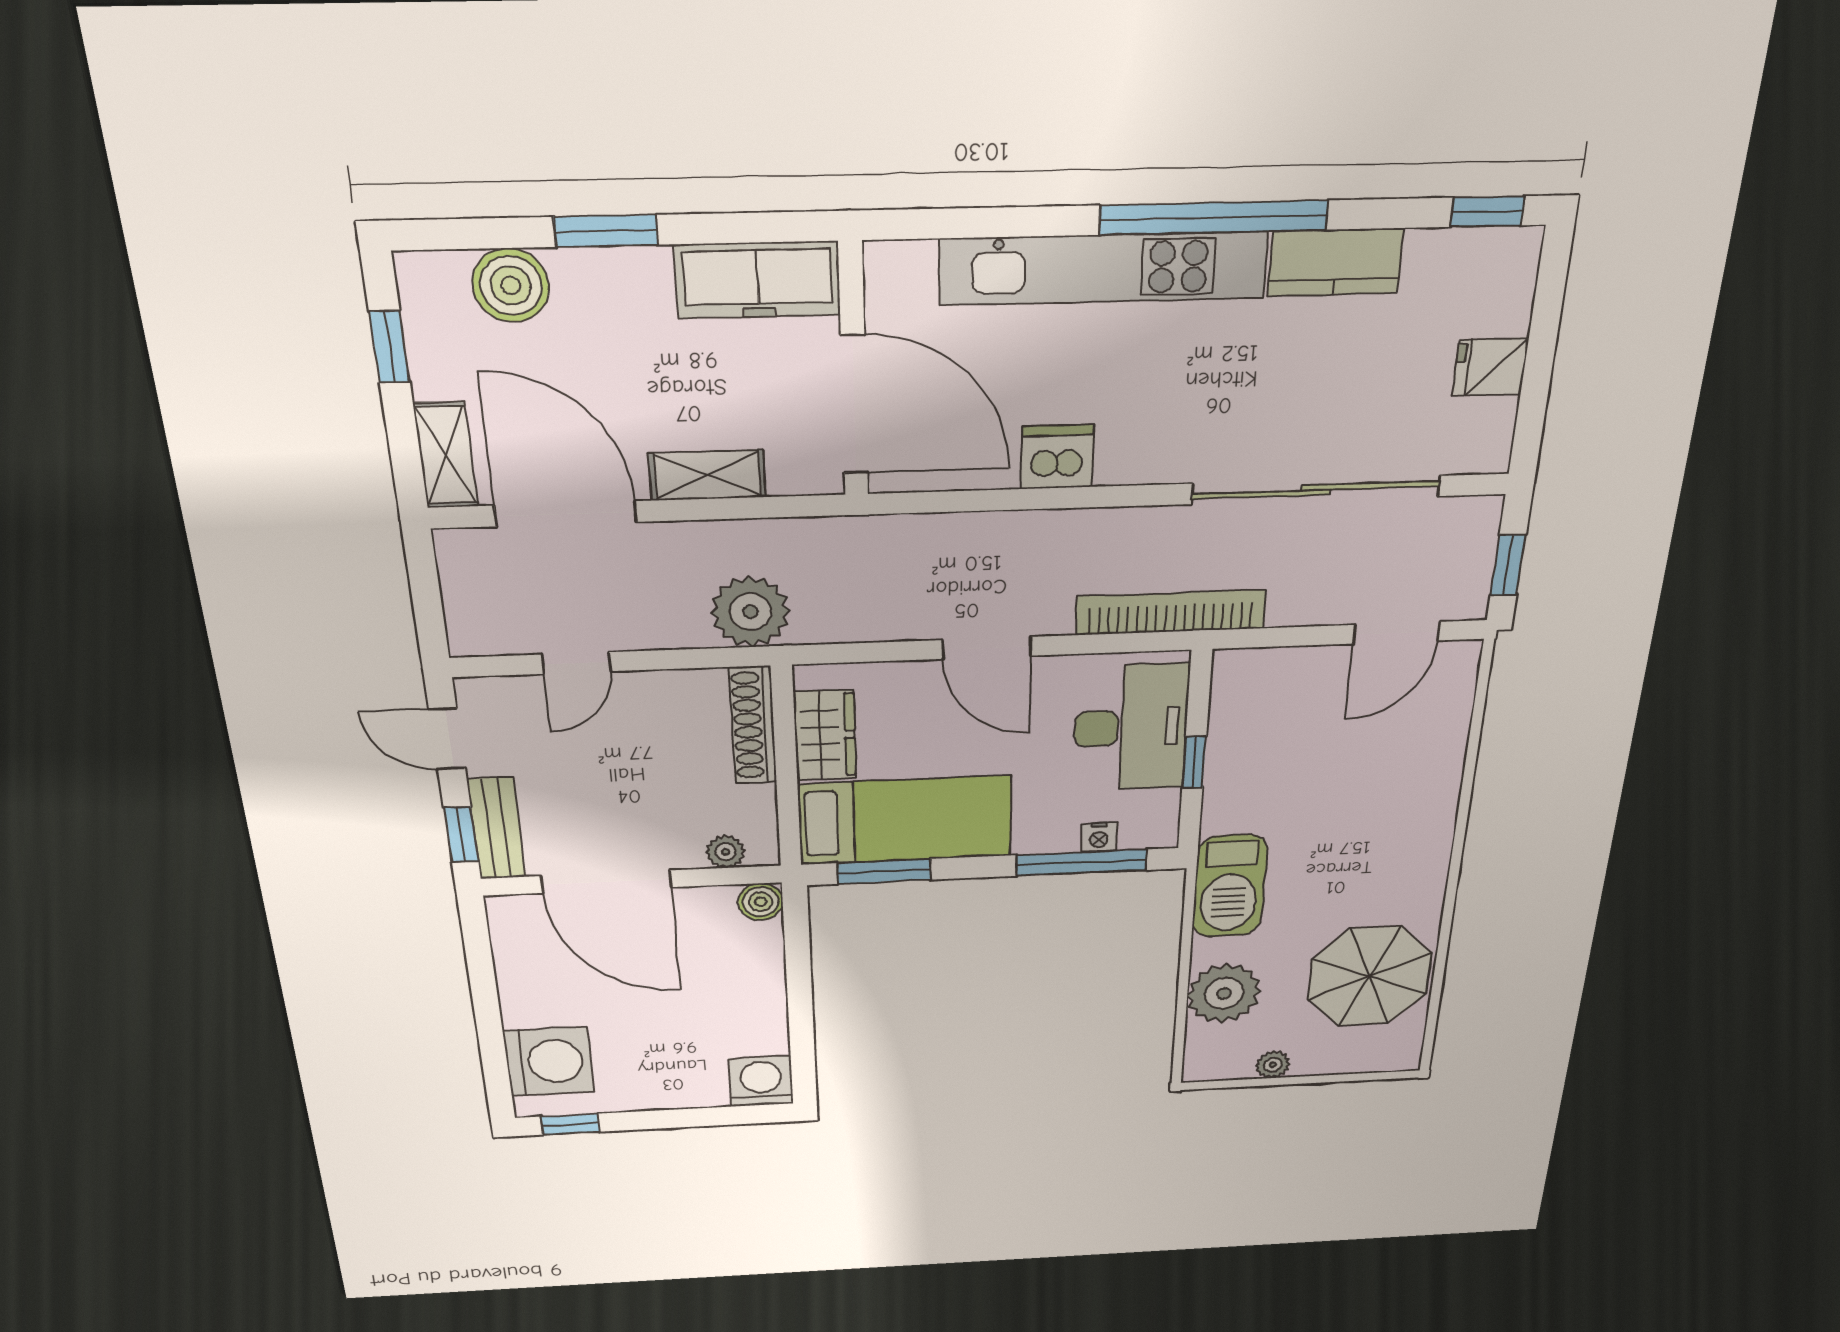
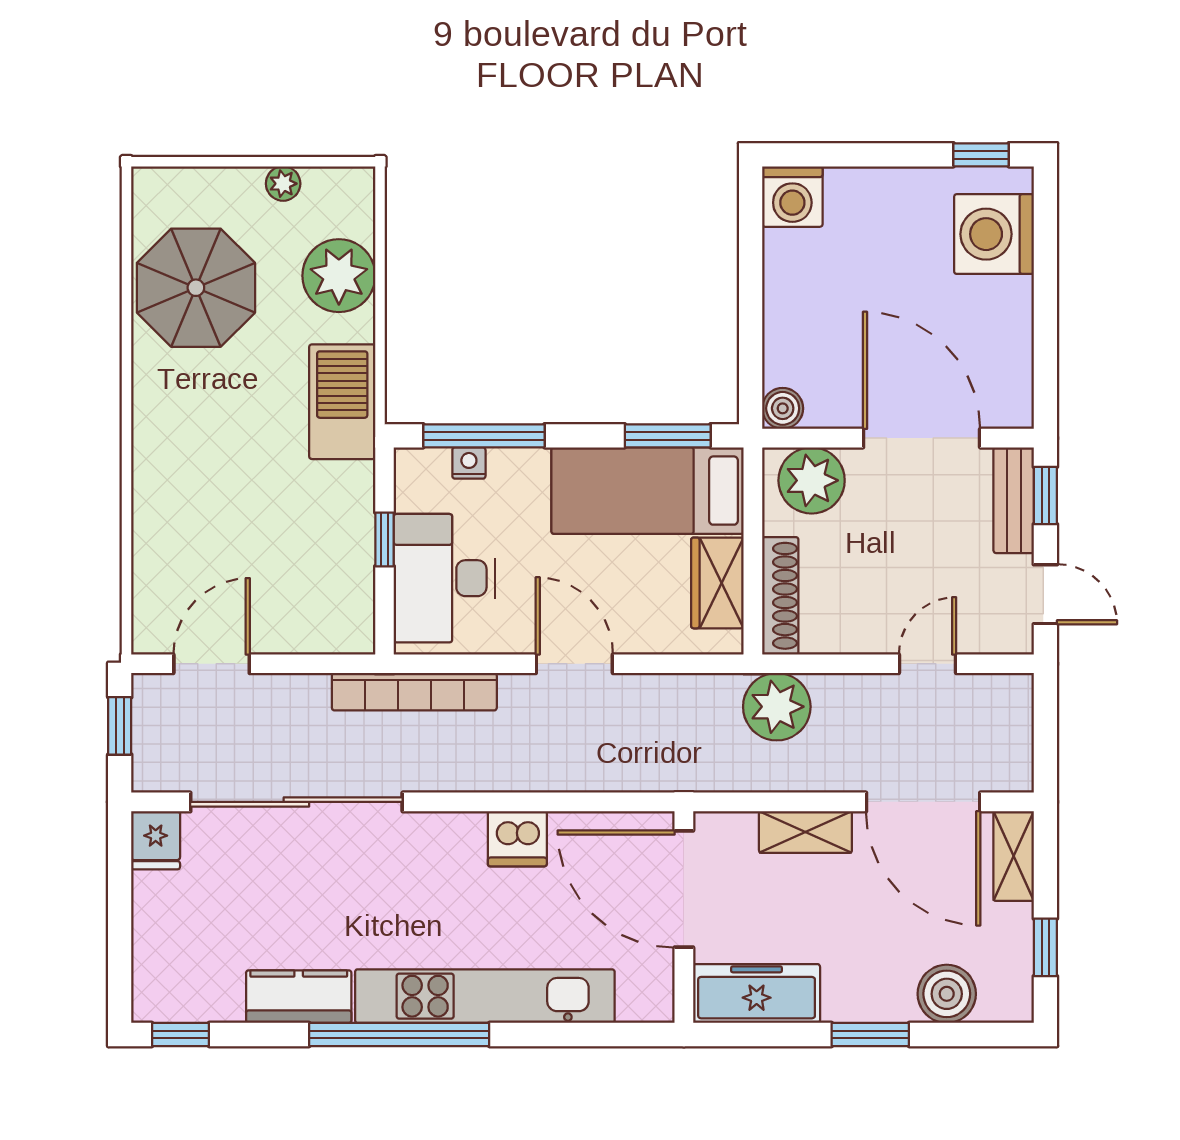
fridge: (1490, 367) -> (156, 840), moved, turned 90
plant: (726, 852) -> (812, 480), width x1.88, depth x1.88

